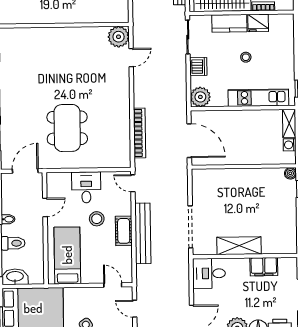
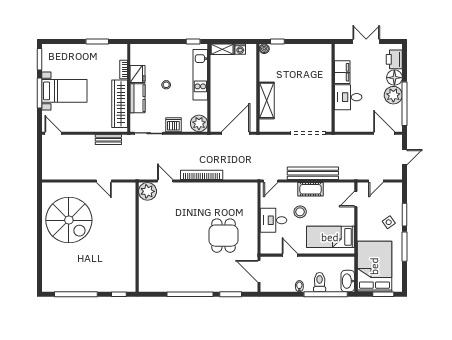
dining table: (67, 128) -> (223, 236), width x0.73
bookcase: (140, 133) -> (202, 175), moved
shelving: (239, 246) -> (267, 100), moved
desk: (209, 273) -> (348, 97), moved, turned 90

